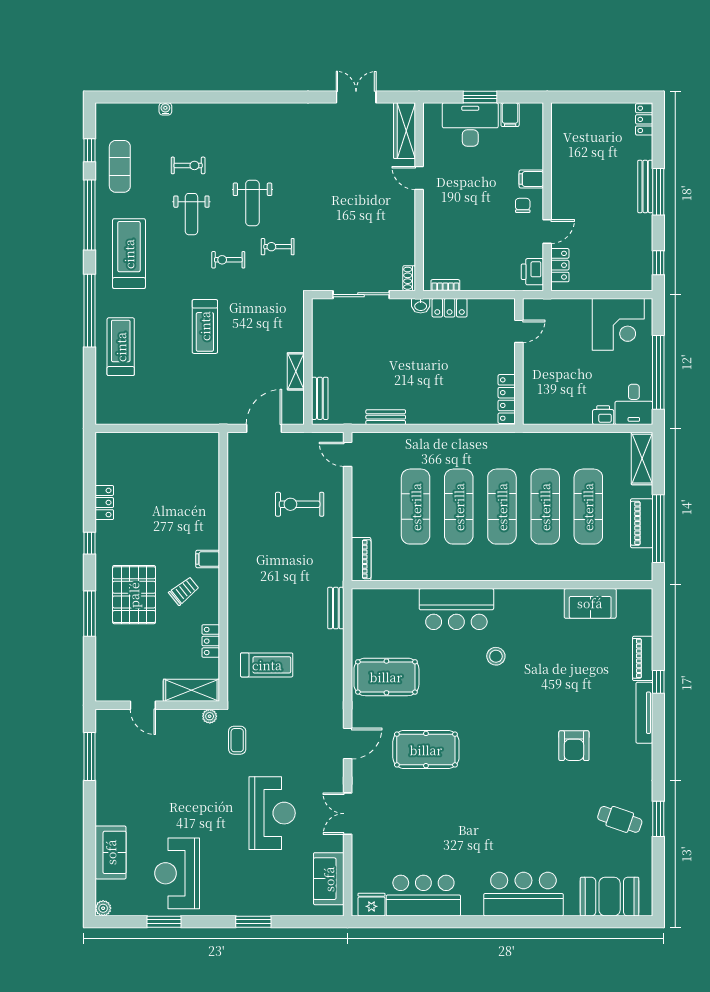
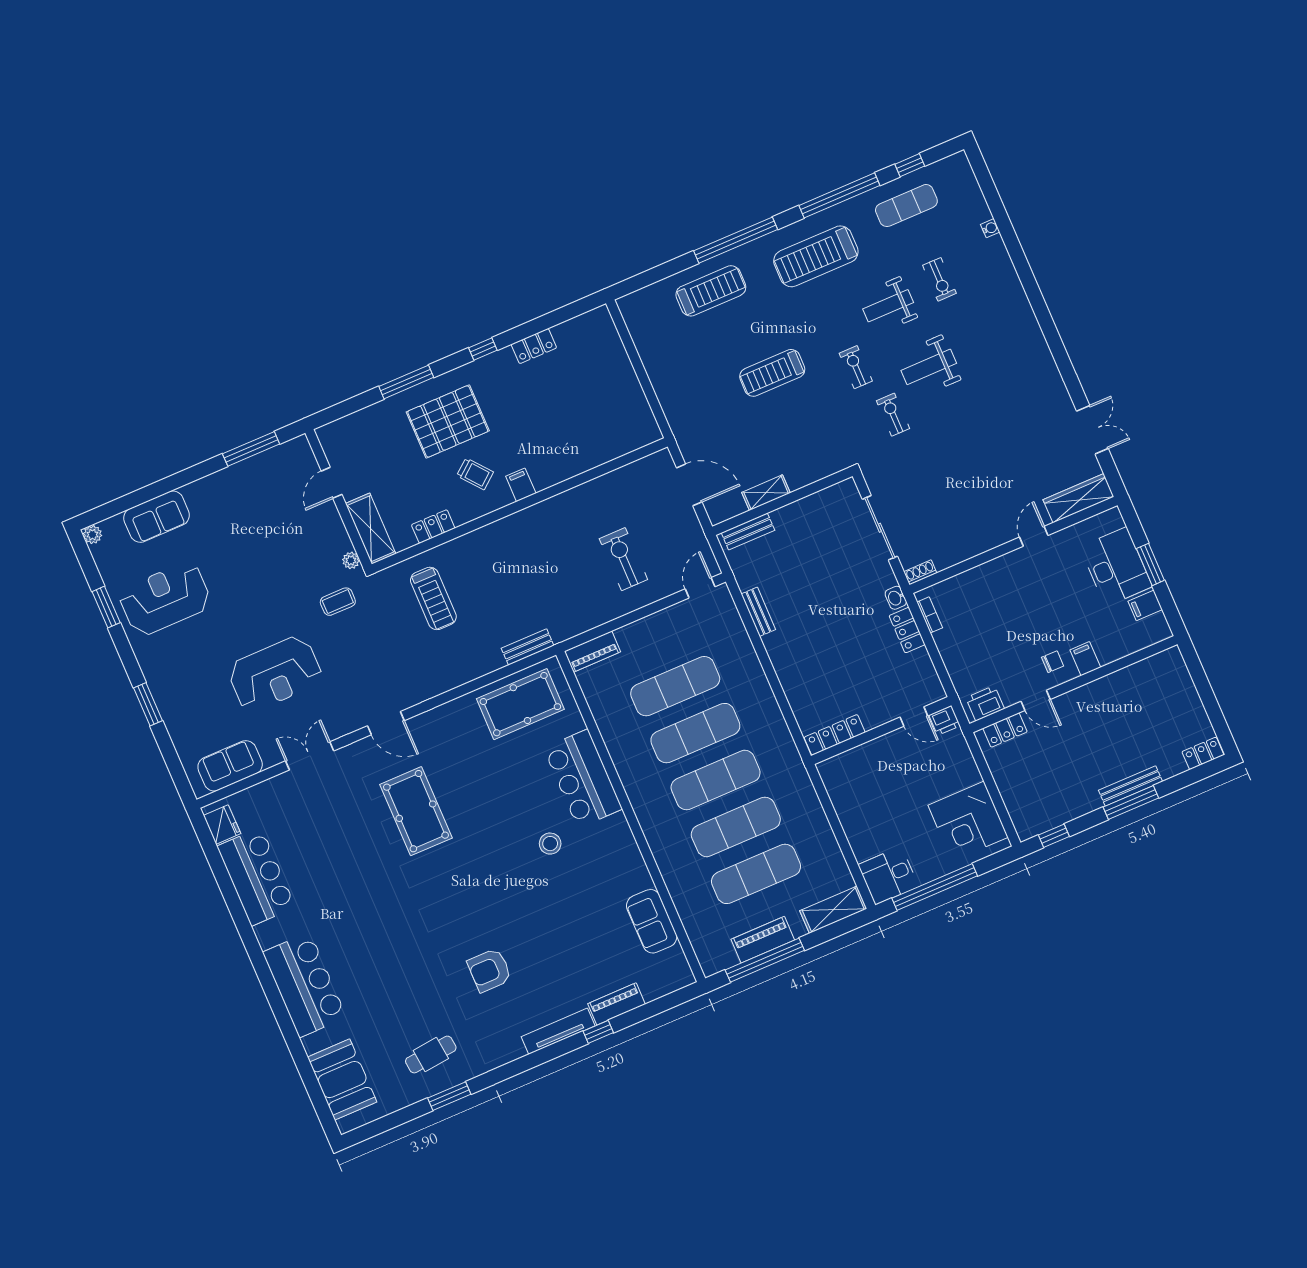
treadmill: (129, 254) -> (816, 256), turned 180
printer: (603, 415) -> (945, 720), moved, turned 90
pool table: (386, 677) -> (520, 704), moved, turned 90
cafe table: (620, 819) -> (431, 1054), turned 65

